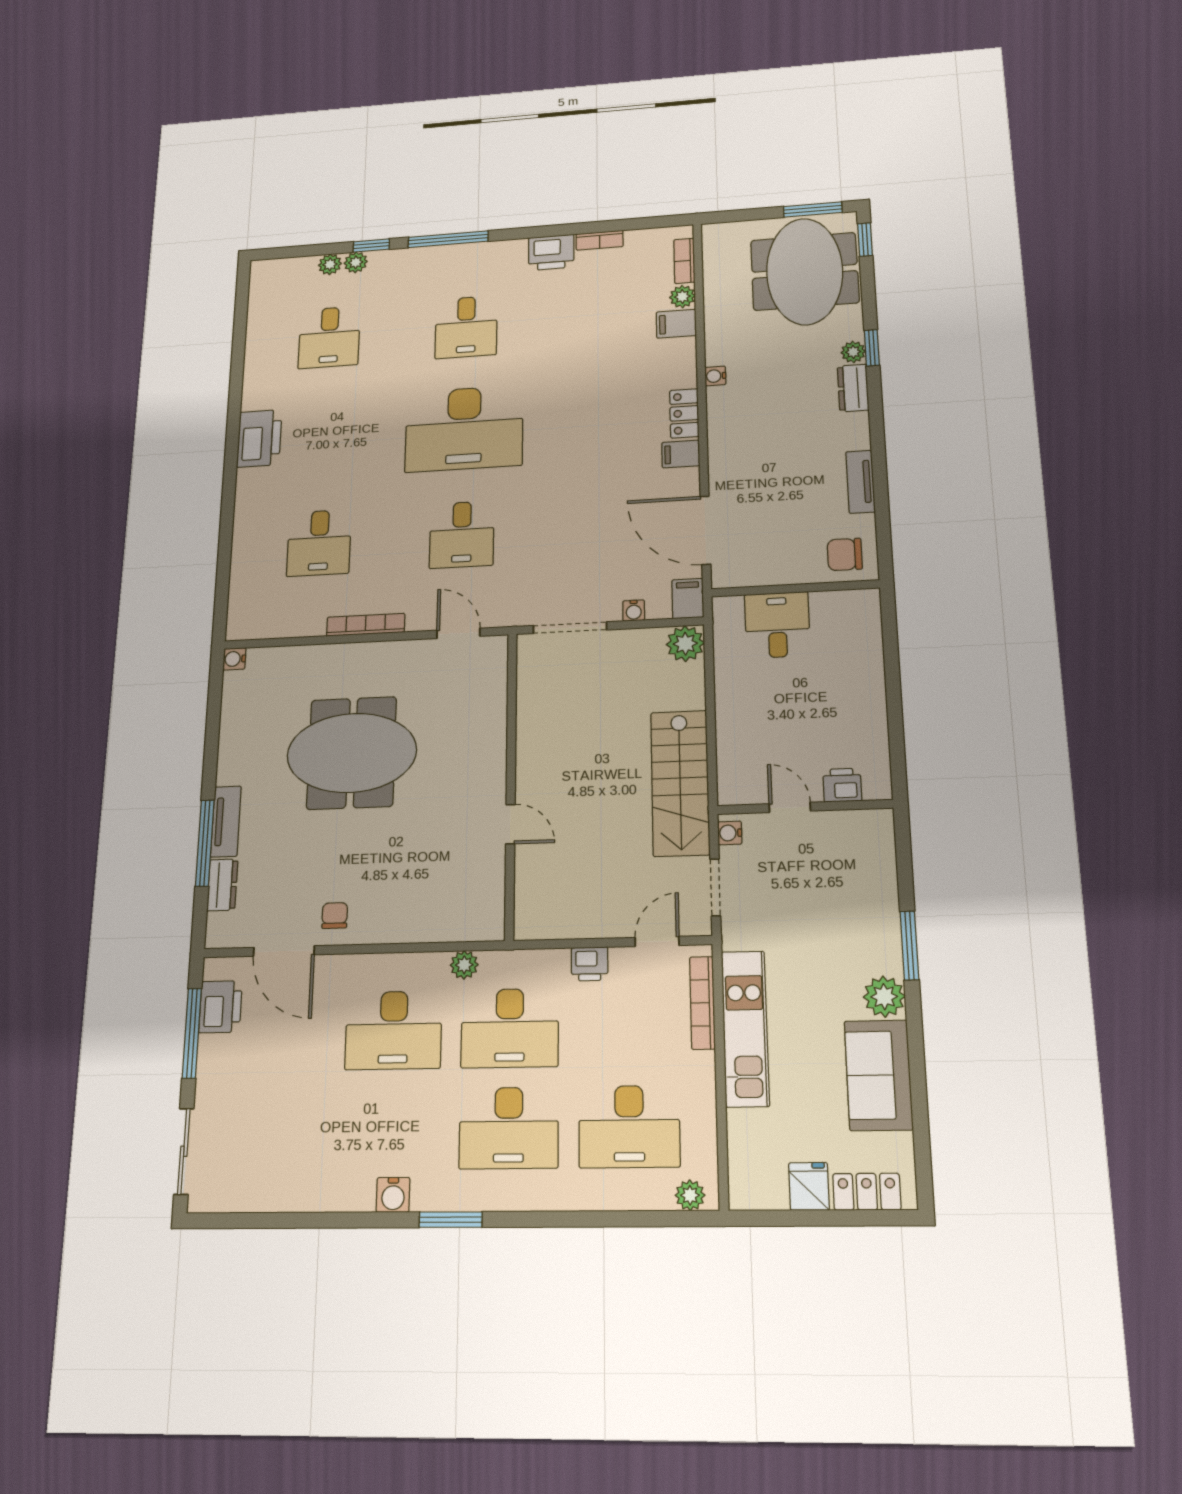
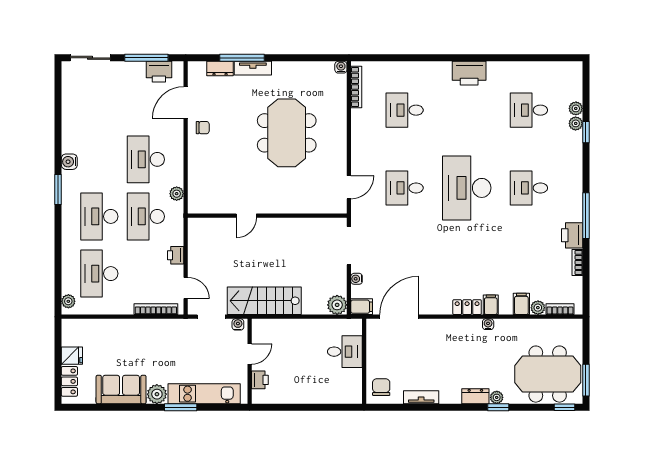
window: (448, 239) -> (586, 216), moved
filing cabinet: (681, 454) -> (491, 305), moved
bookcase: (366, 625) -> (356, 87), moved
kitchen unit: (745, 1028) -> (204, 394), moved, turned 180

